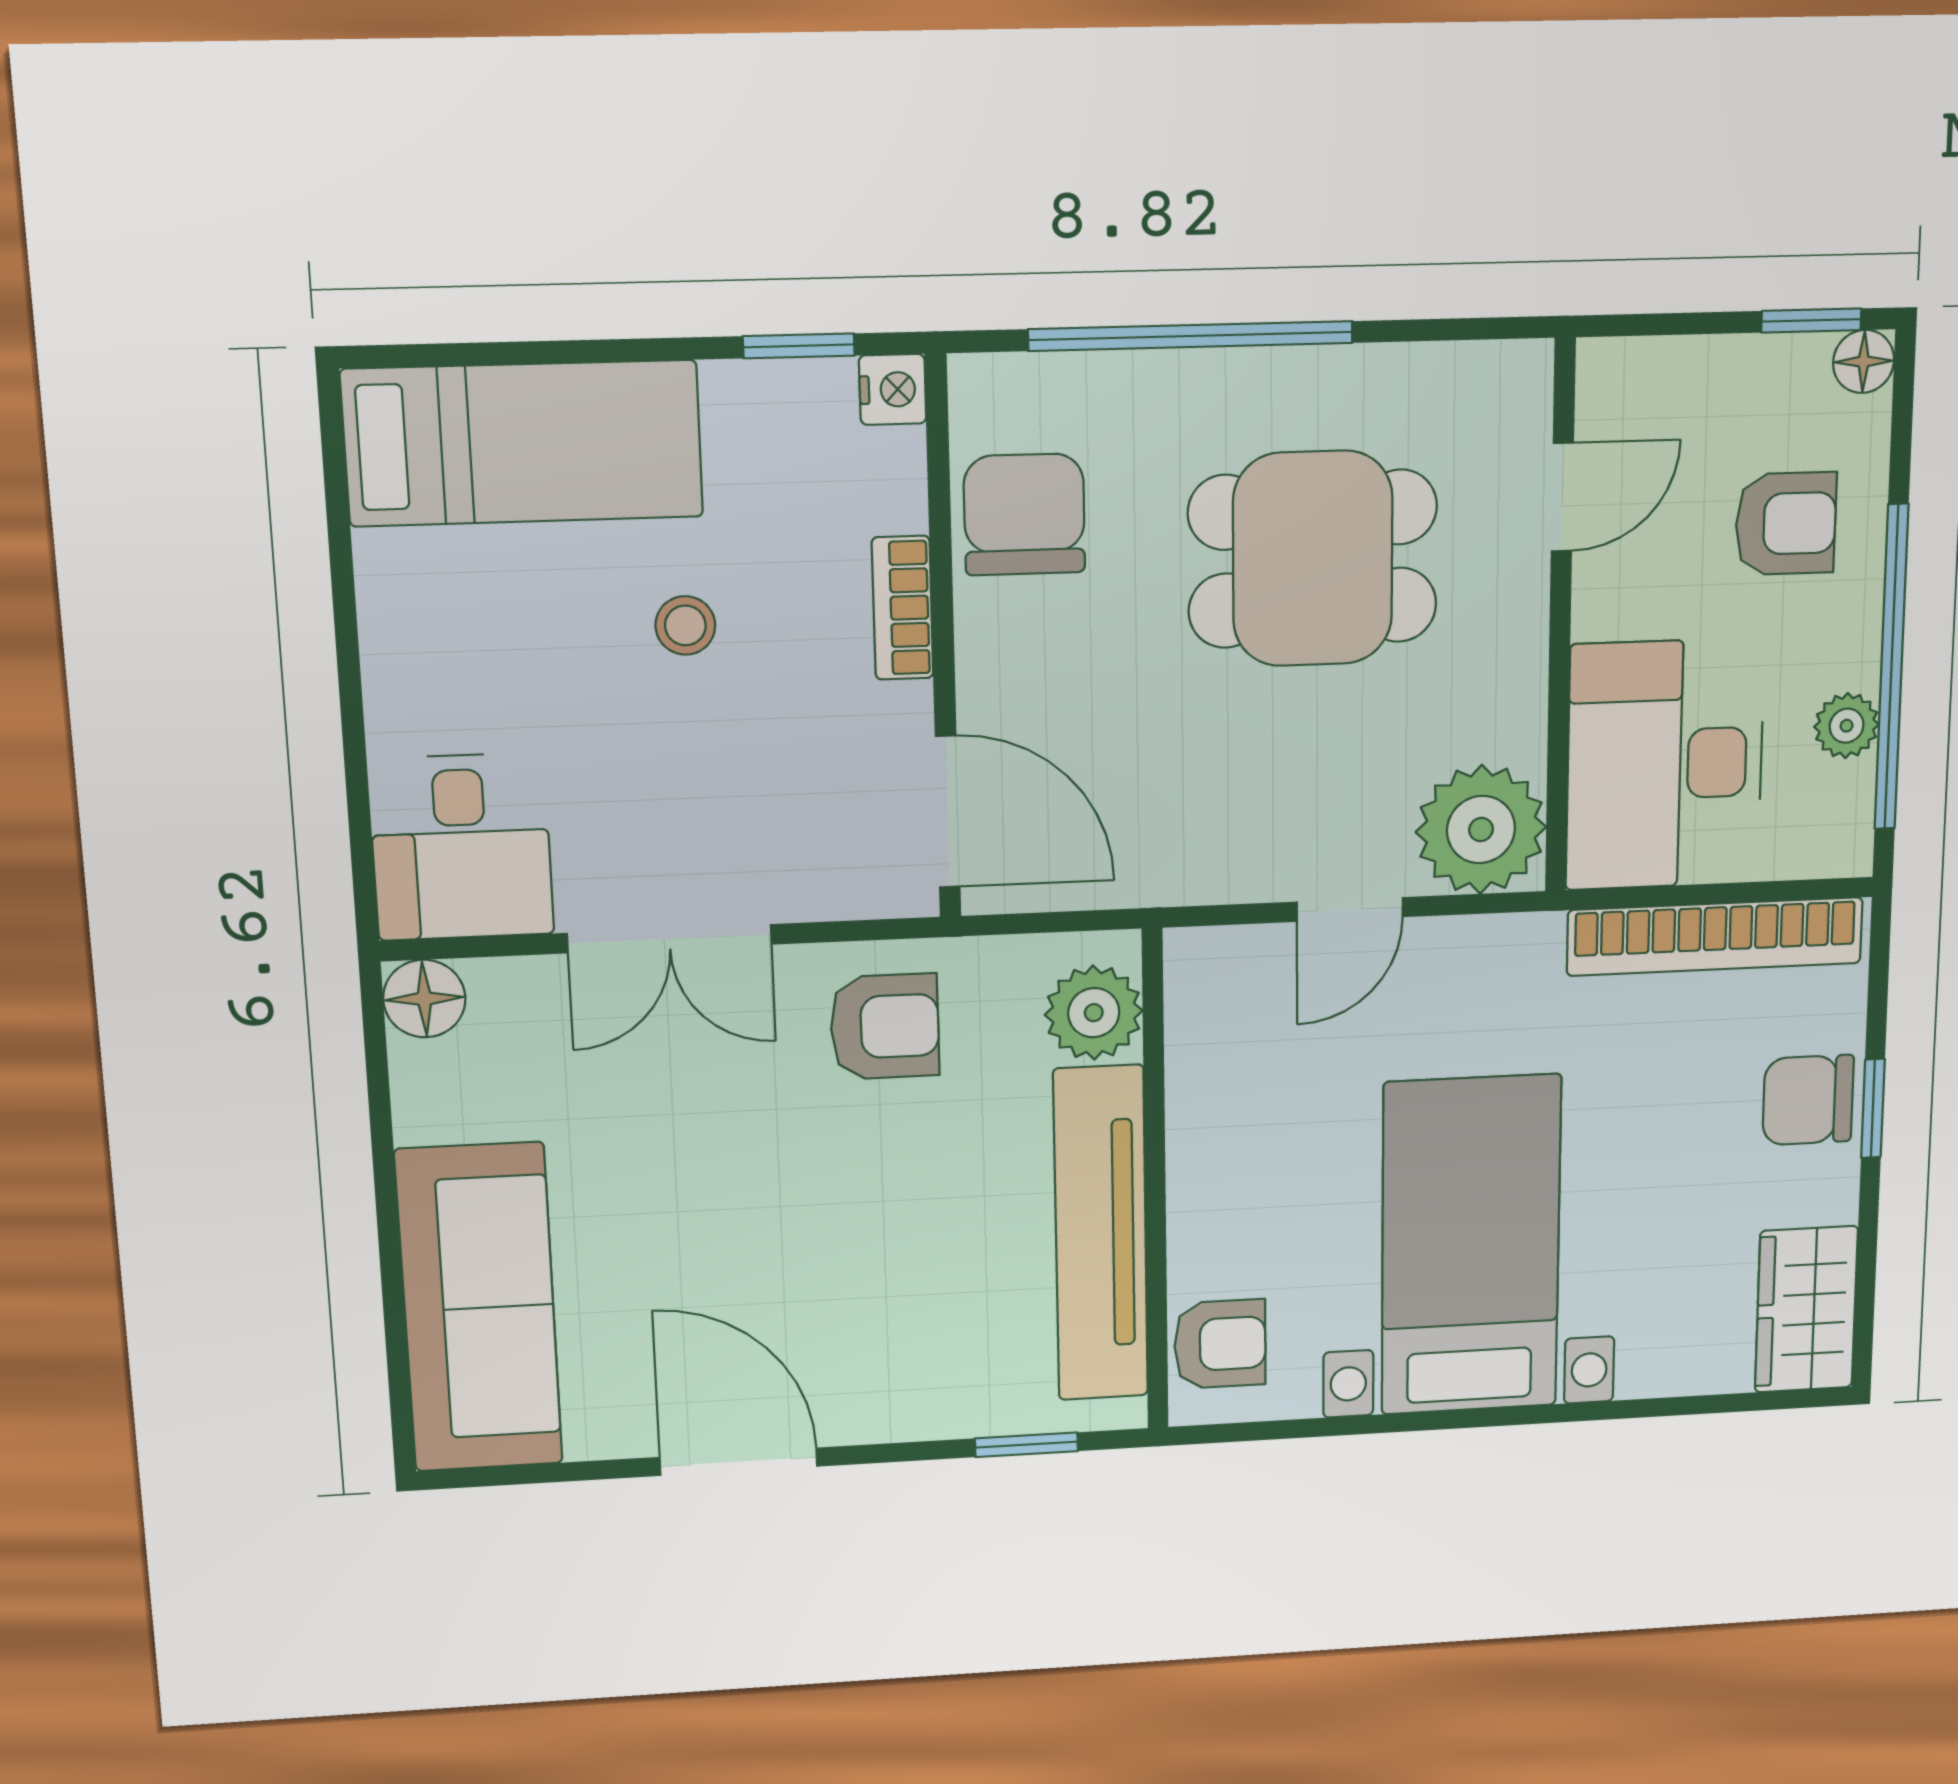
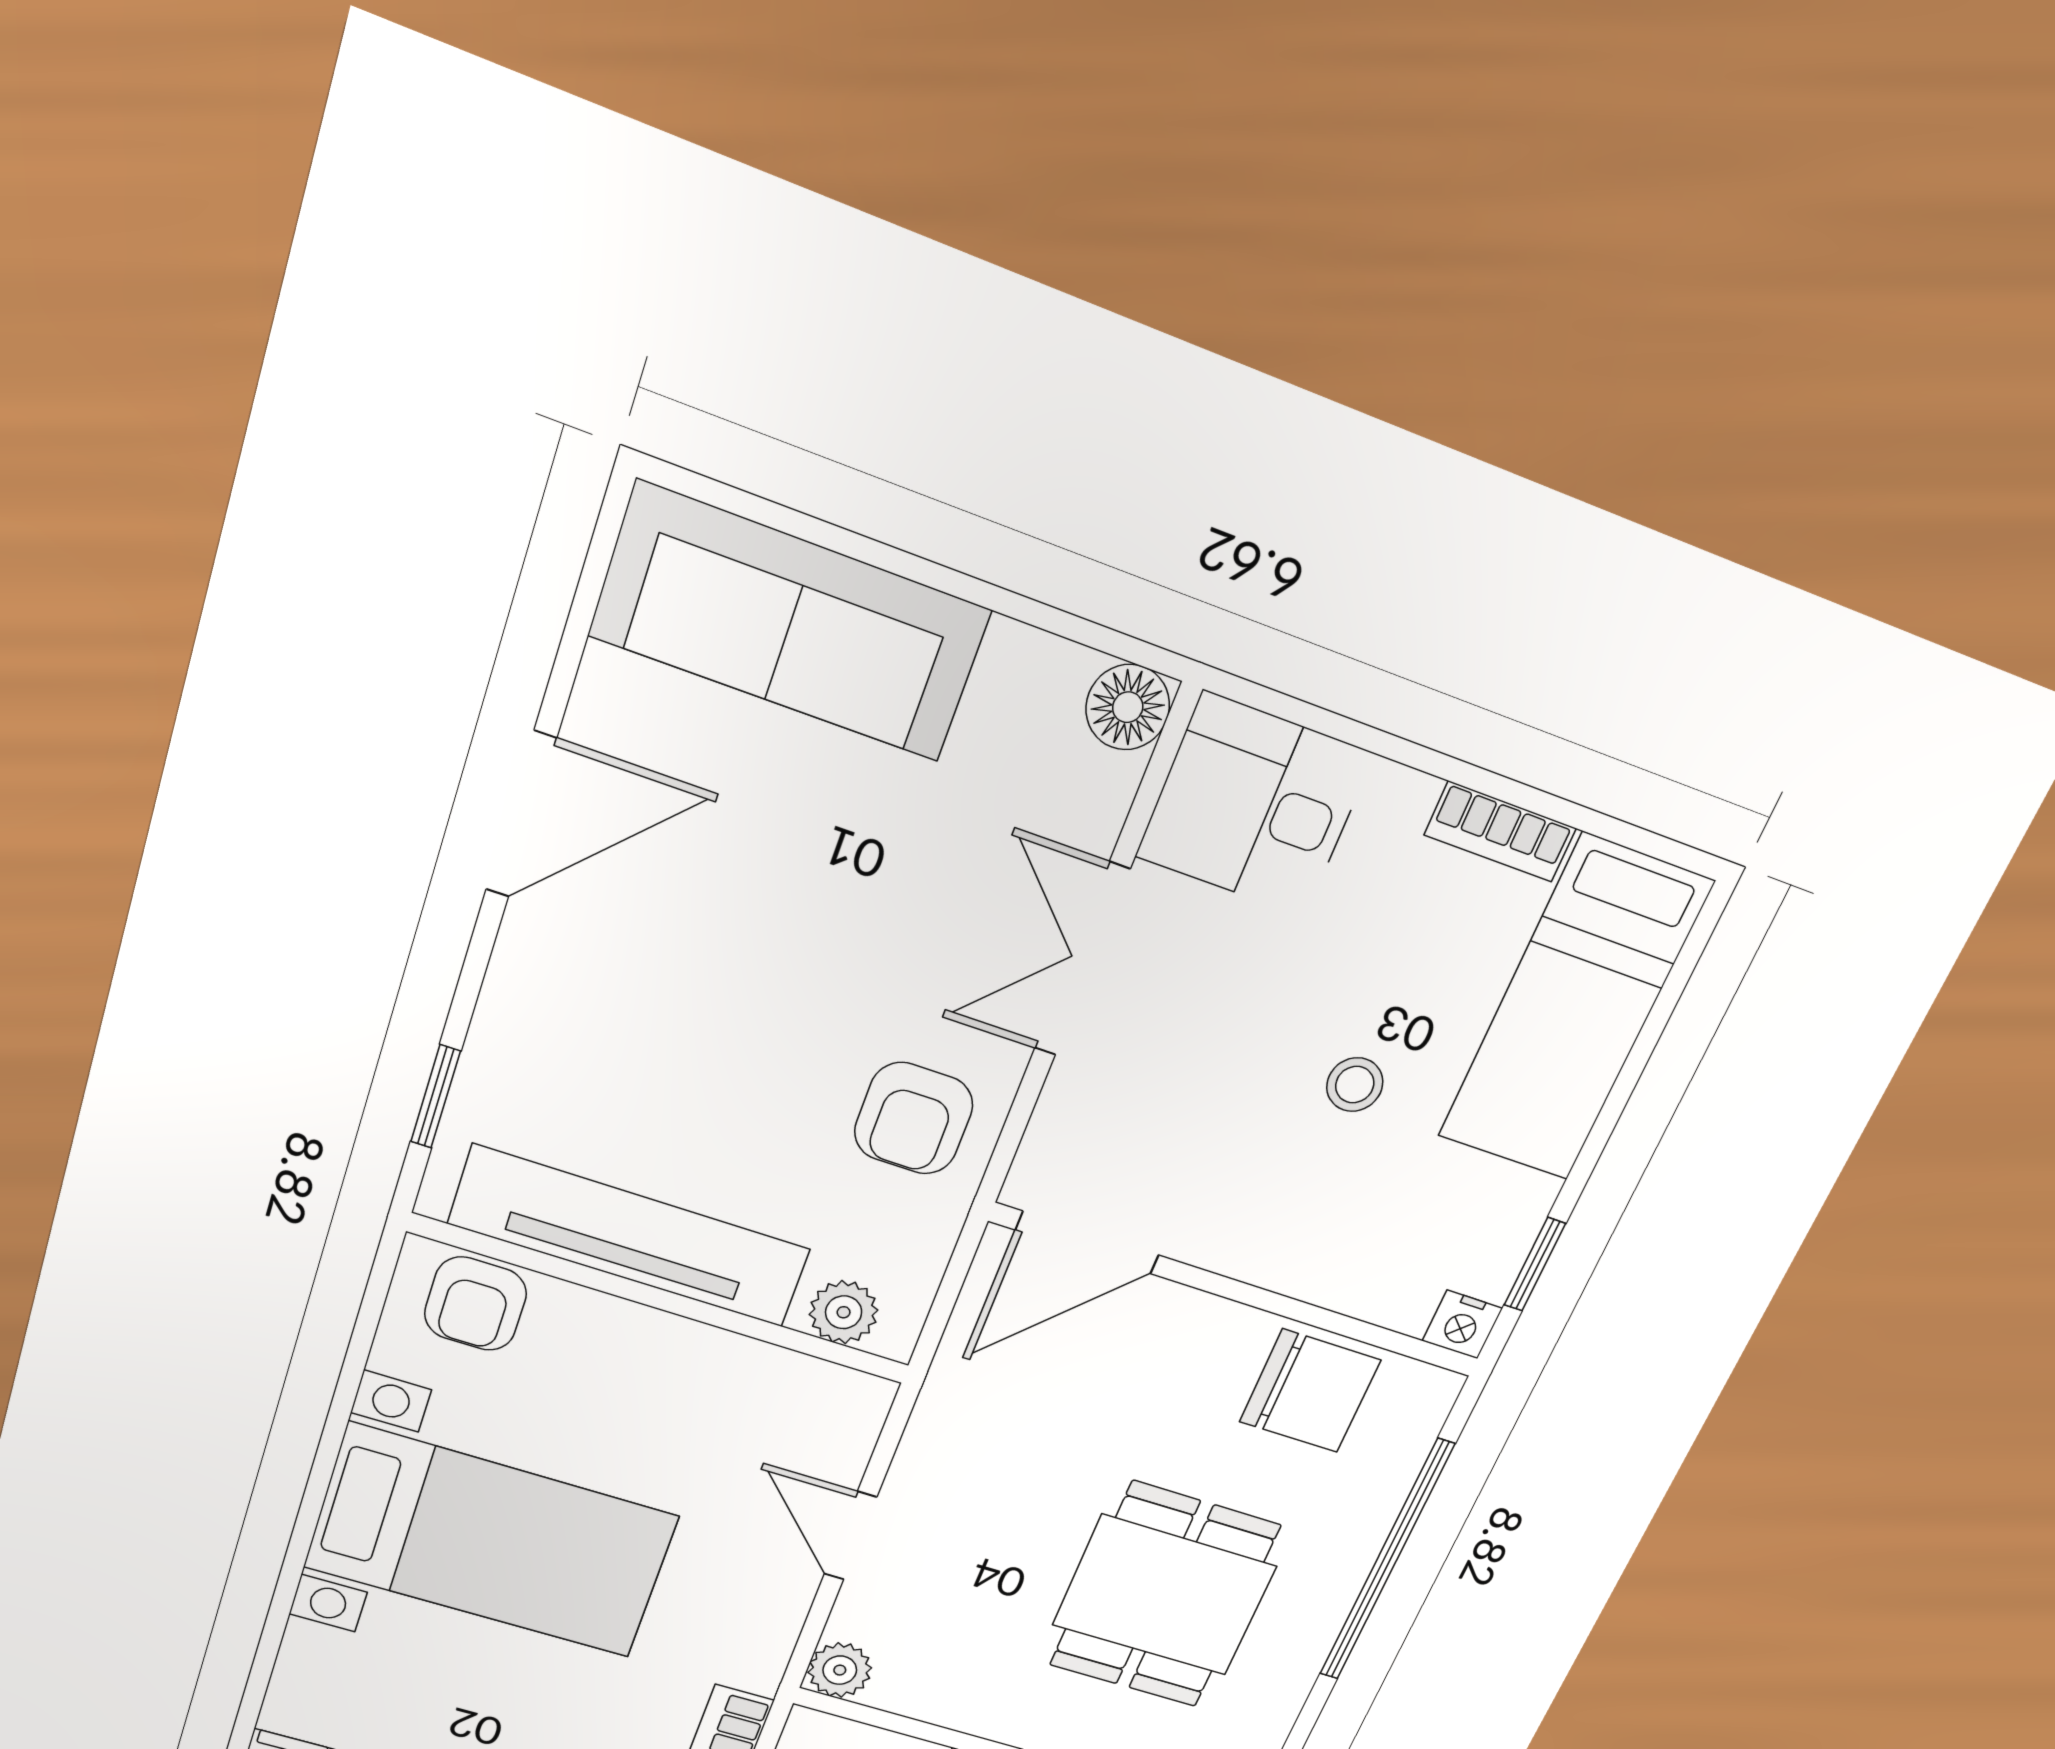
bookcase: (903, 608) -> (1500, 832), moved, turned 180
plant: (1481, 830) -> (840, 1670), width x0.53, depth x0.53
plant: (1094, 1013) -> (844, 1312), width x0.73, depth x0.73

